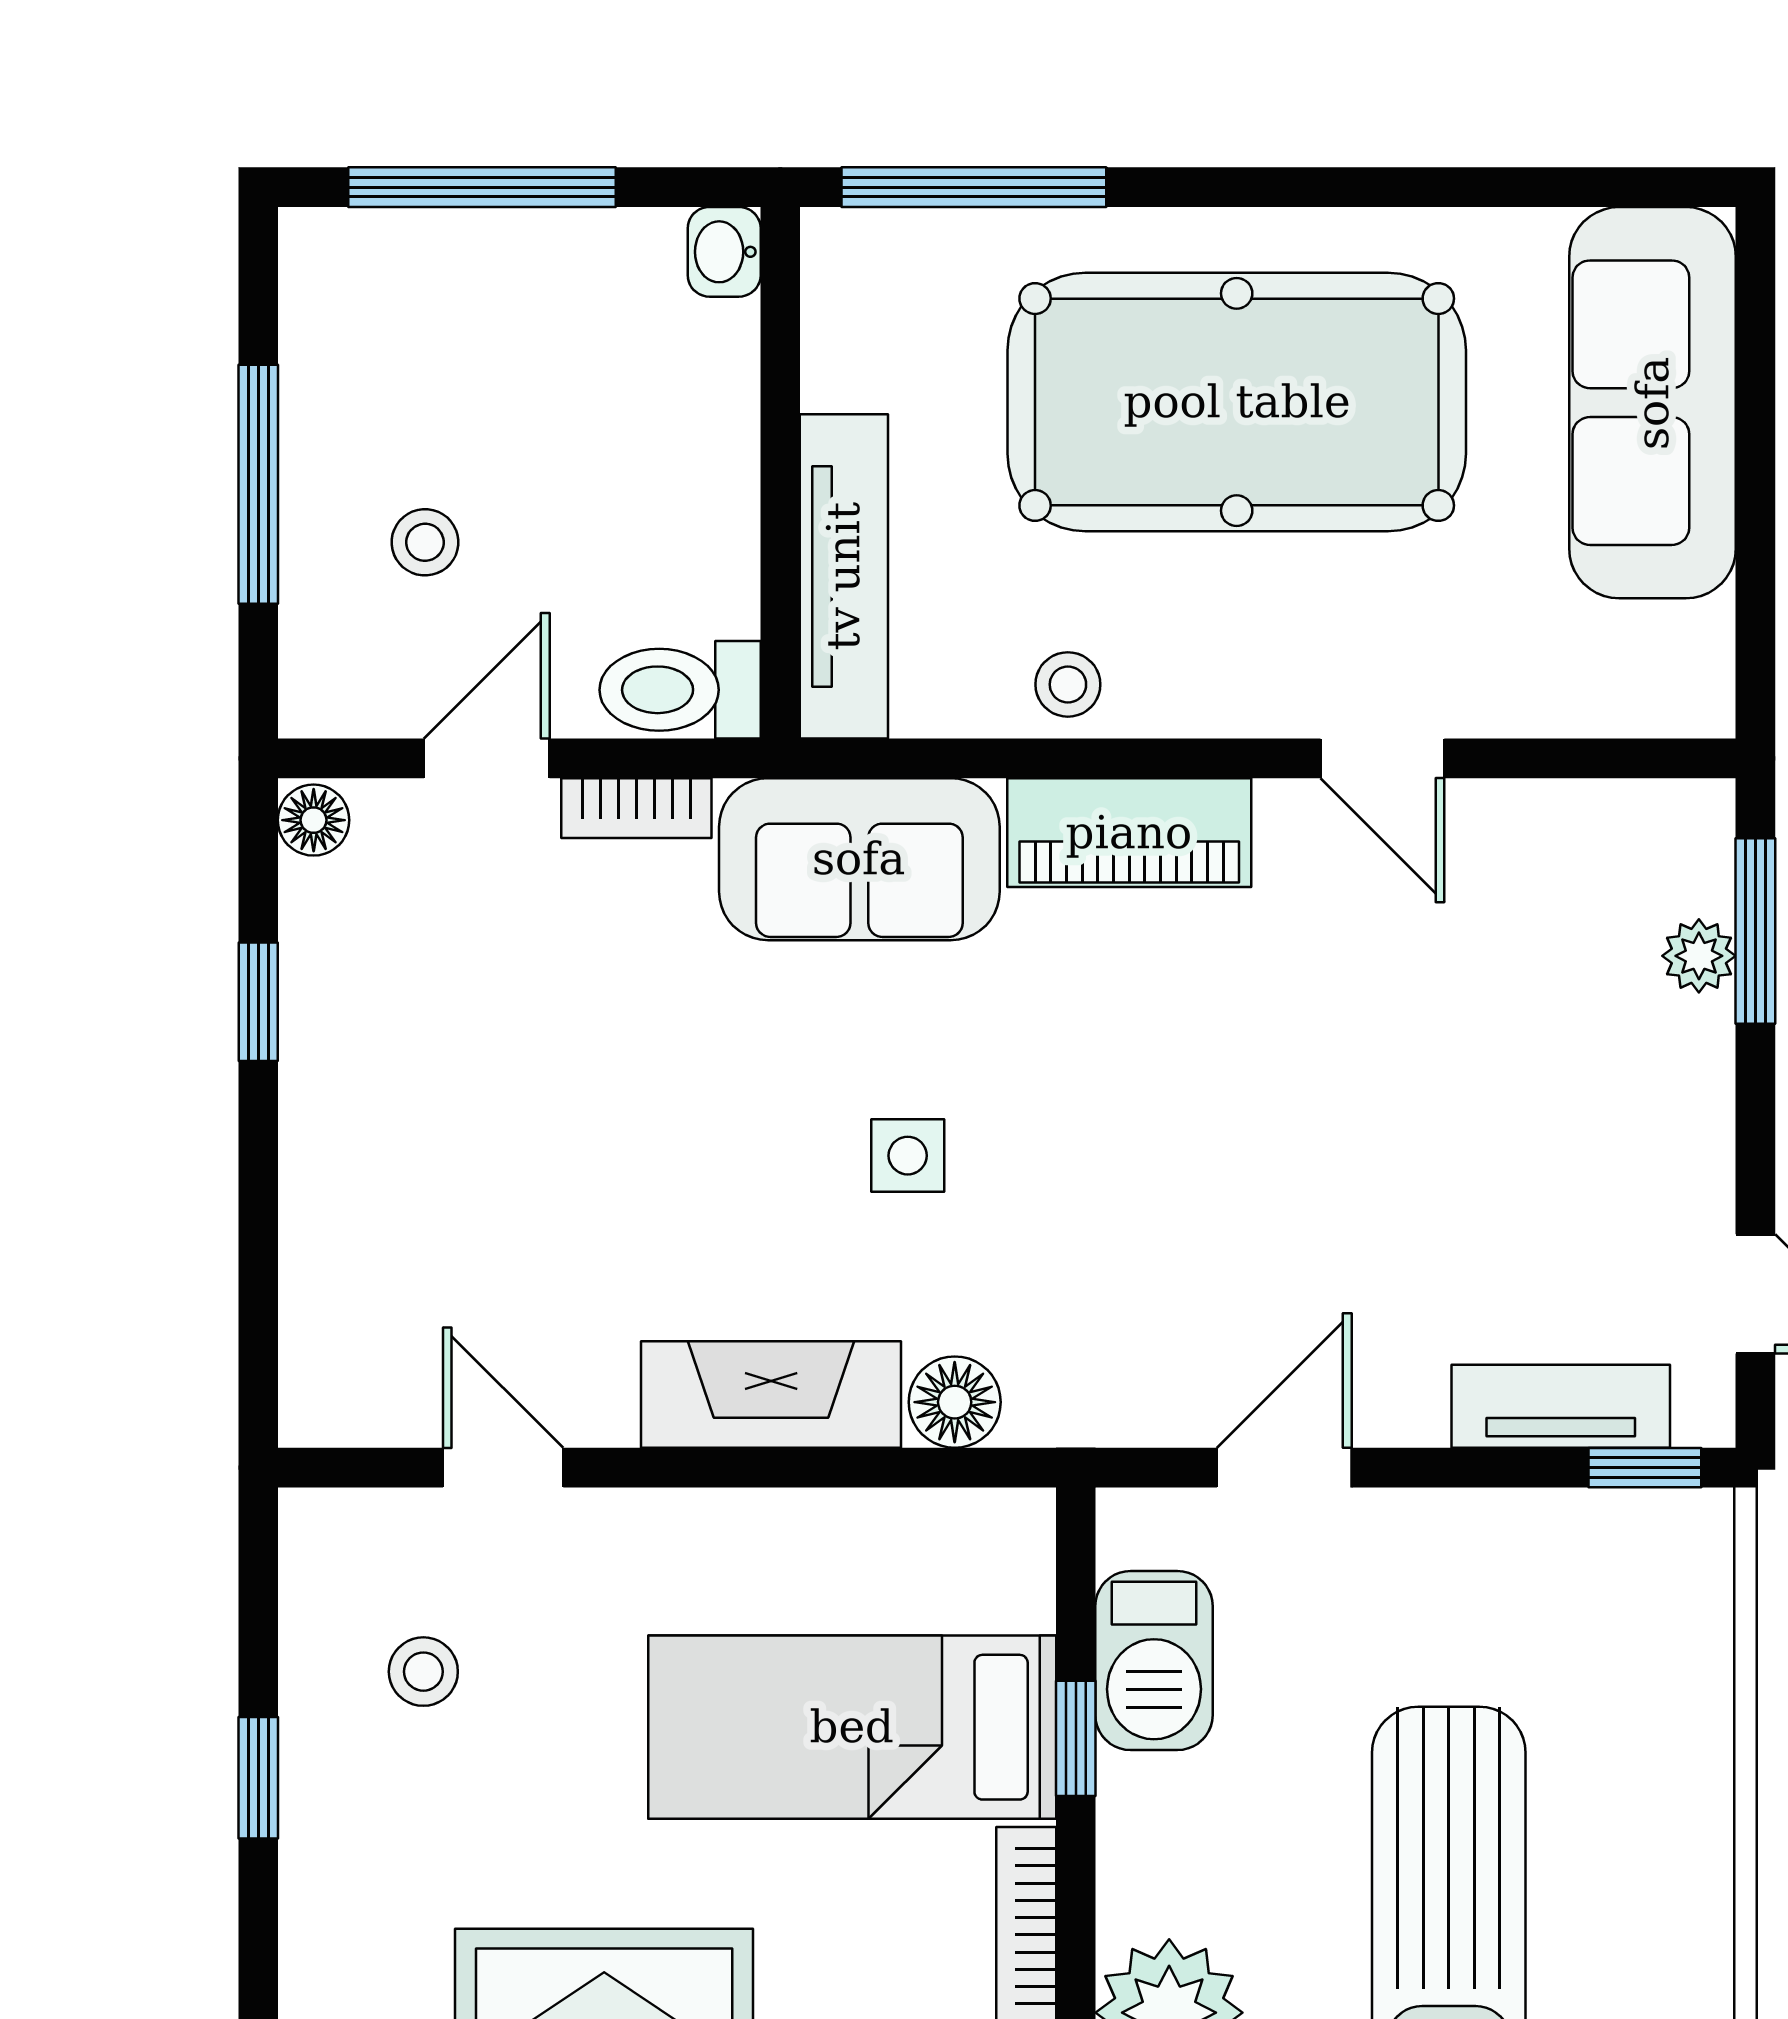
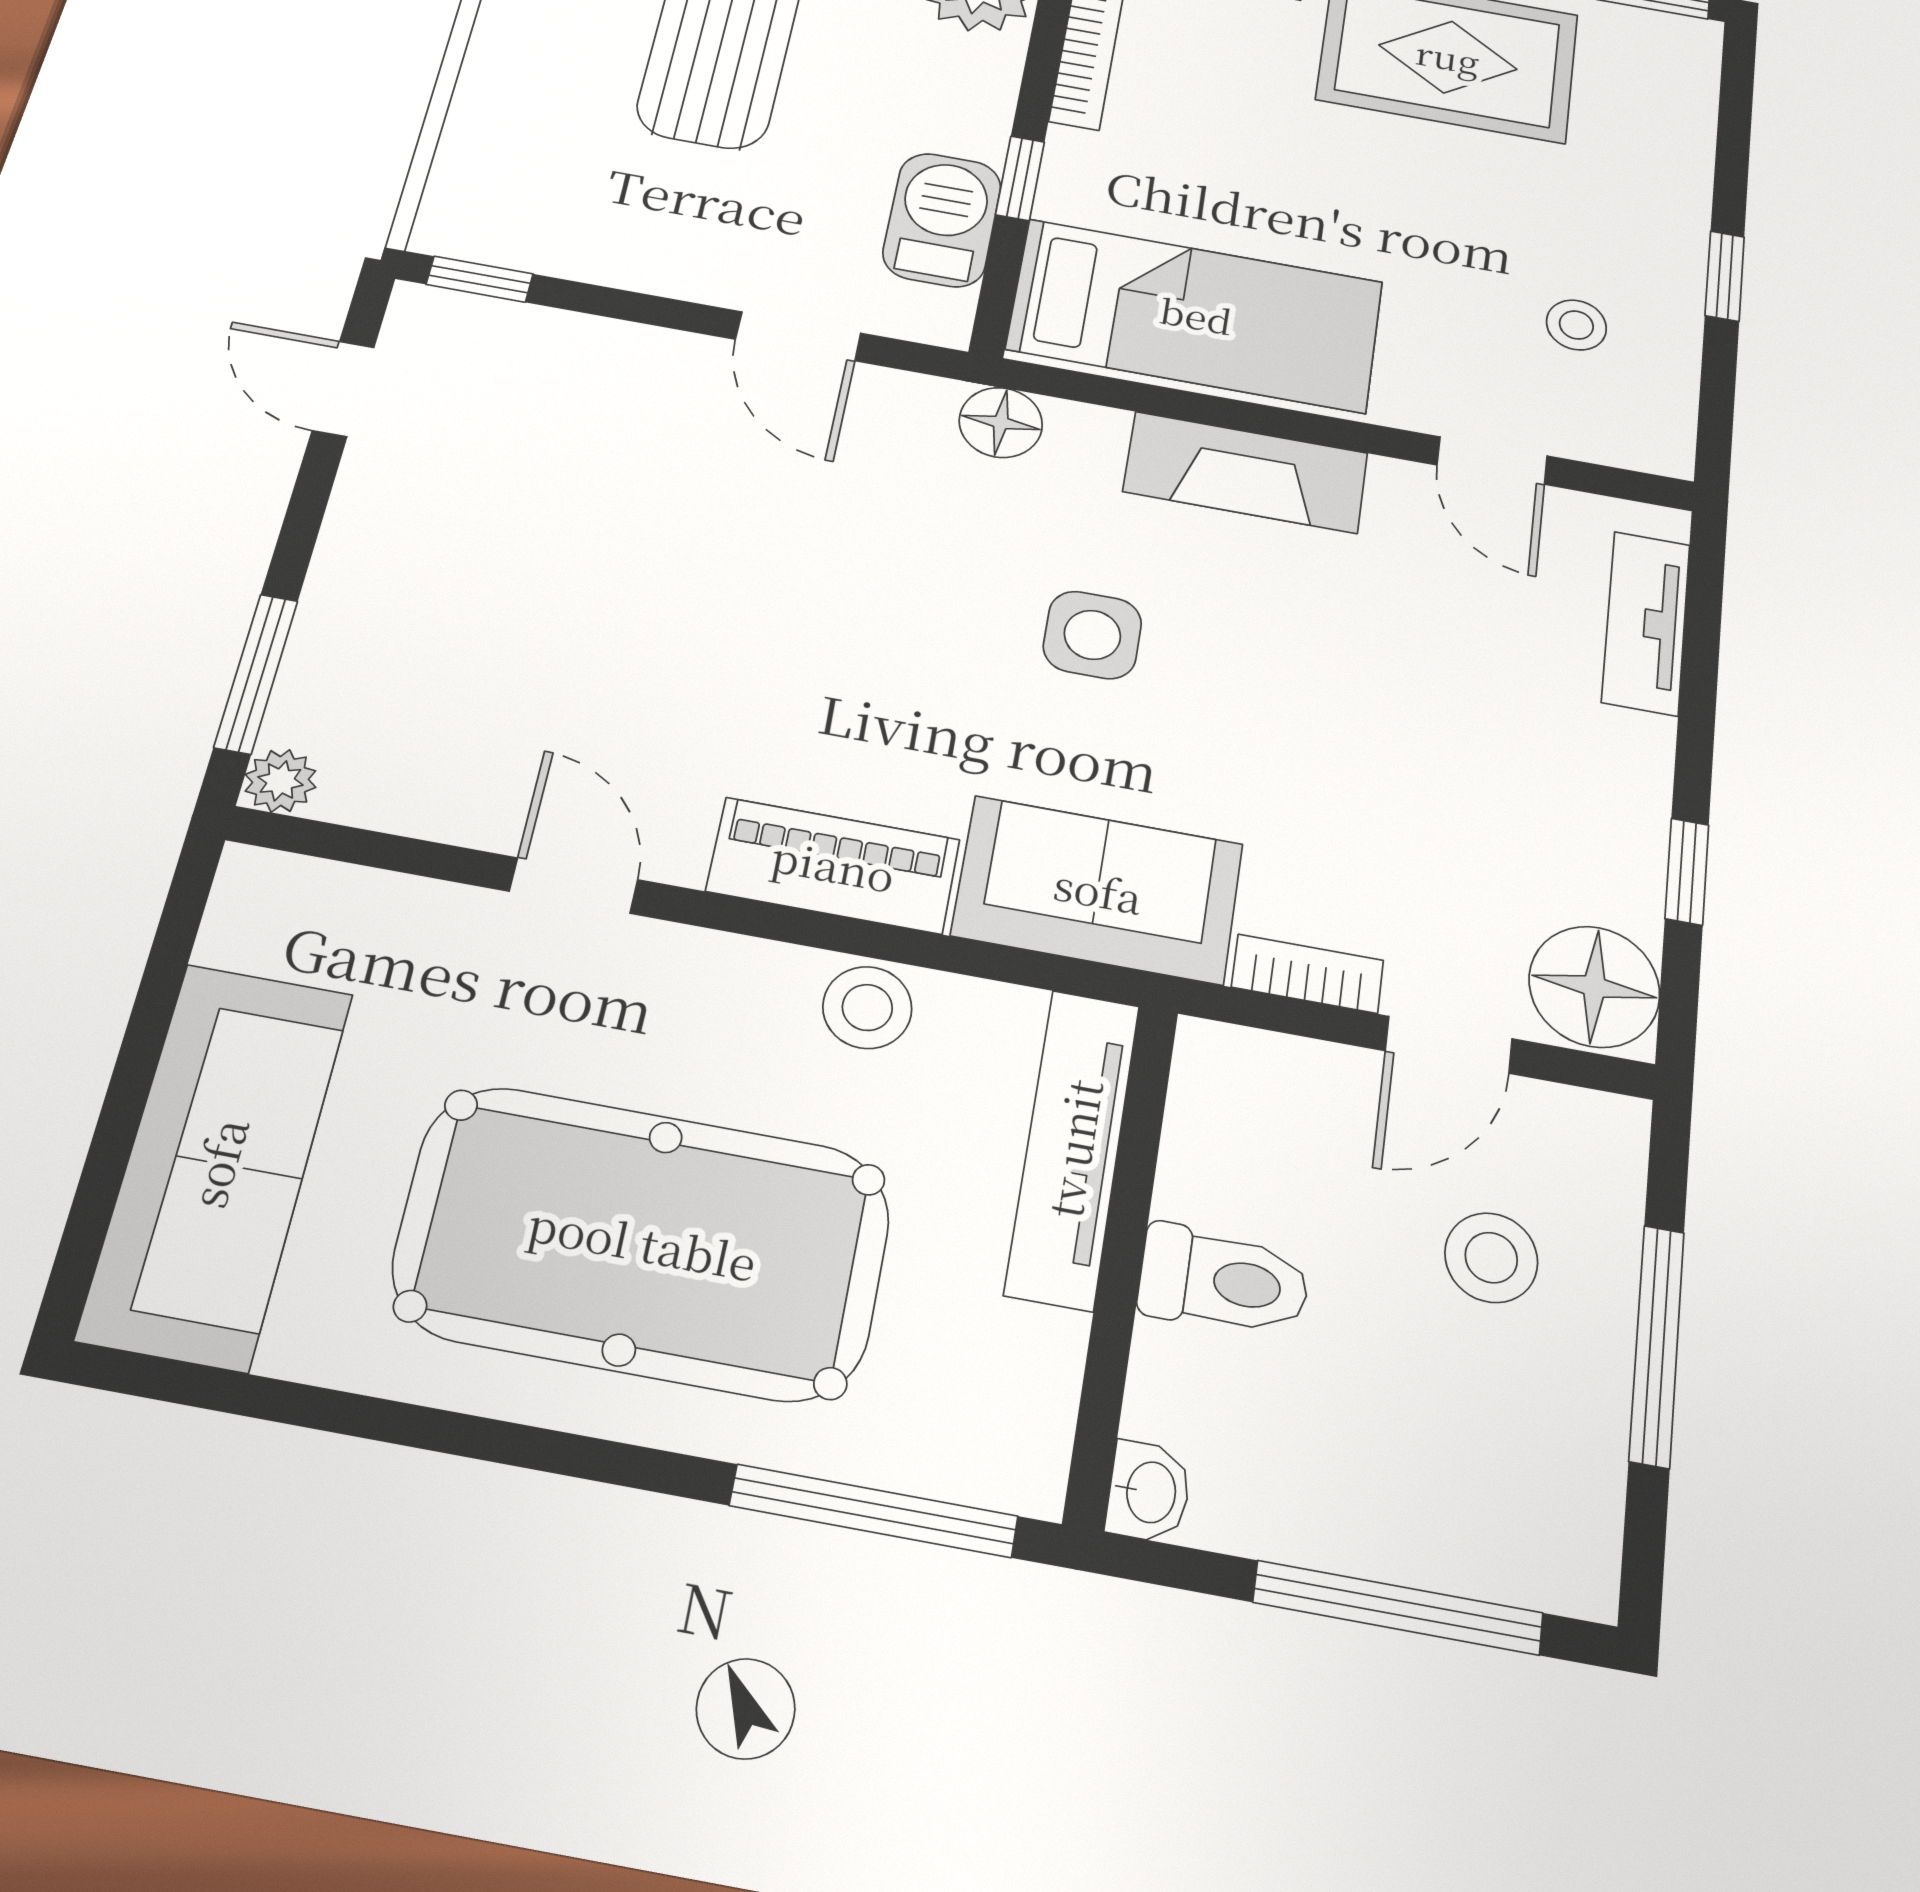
stool: (425, 542) -> (1491, 1258), width x1.37, depth x1.37
stool: (1068, 684) -> (867, 1007), width x1.37, depth x1.37
toilet: (680, 690) -> (1224, 1281), moved
floor lamp: (314, 820) -> (1594, 987), width x1.89, depth x1.89
plant: (1699, 956) -> (280, 781), moved
side table: (908, 1156) -> (1092, 635), width x1.37, depth x1.37
floor lamp: (955, 1402) -> (1001, 422), moved
tv unit: (1561, 1406) -> (1646, 623), moved, turned 90
door: (1284, 1468) -> (798, 336), hinge flipped
bed: (852, 1727) -> (1196, 315), moved

